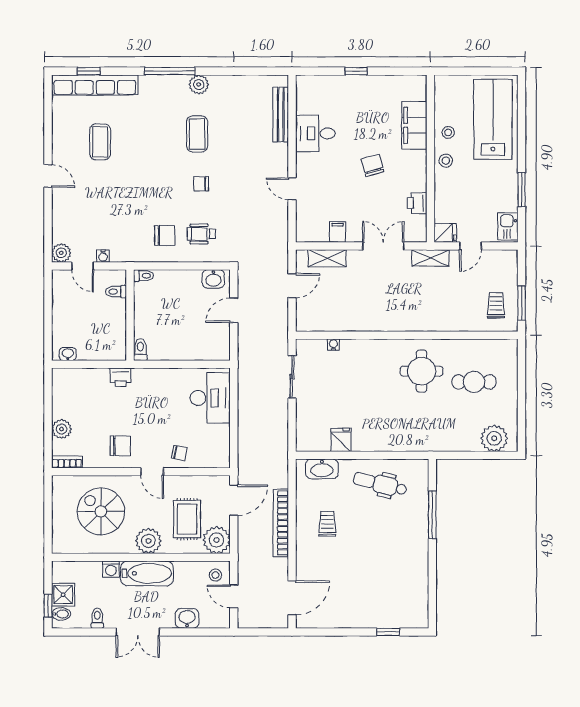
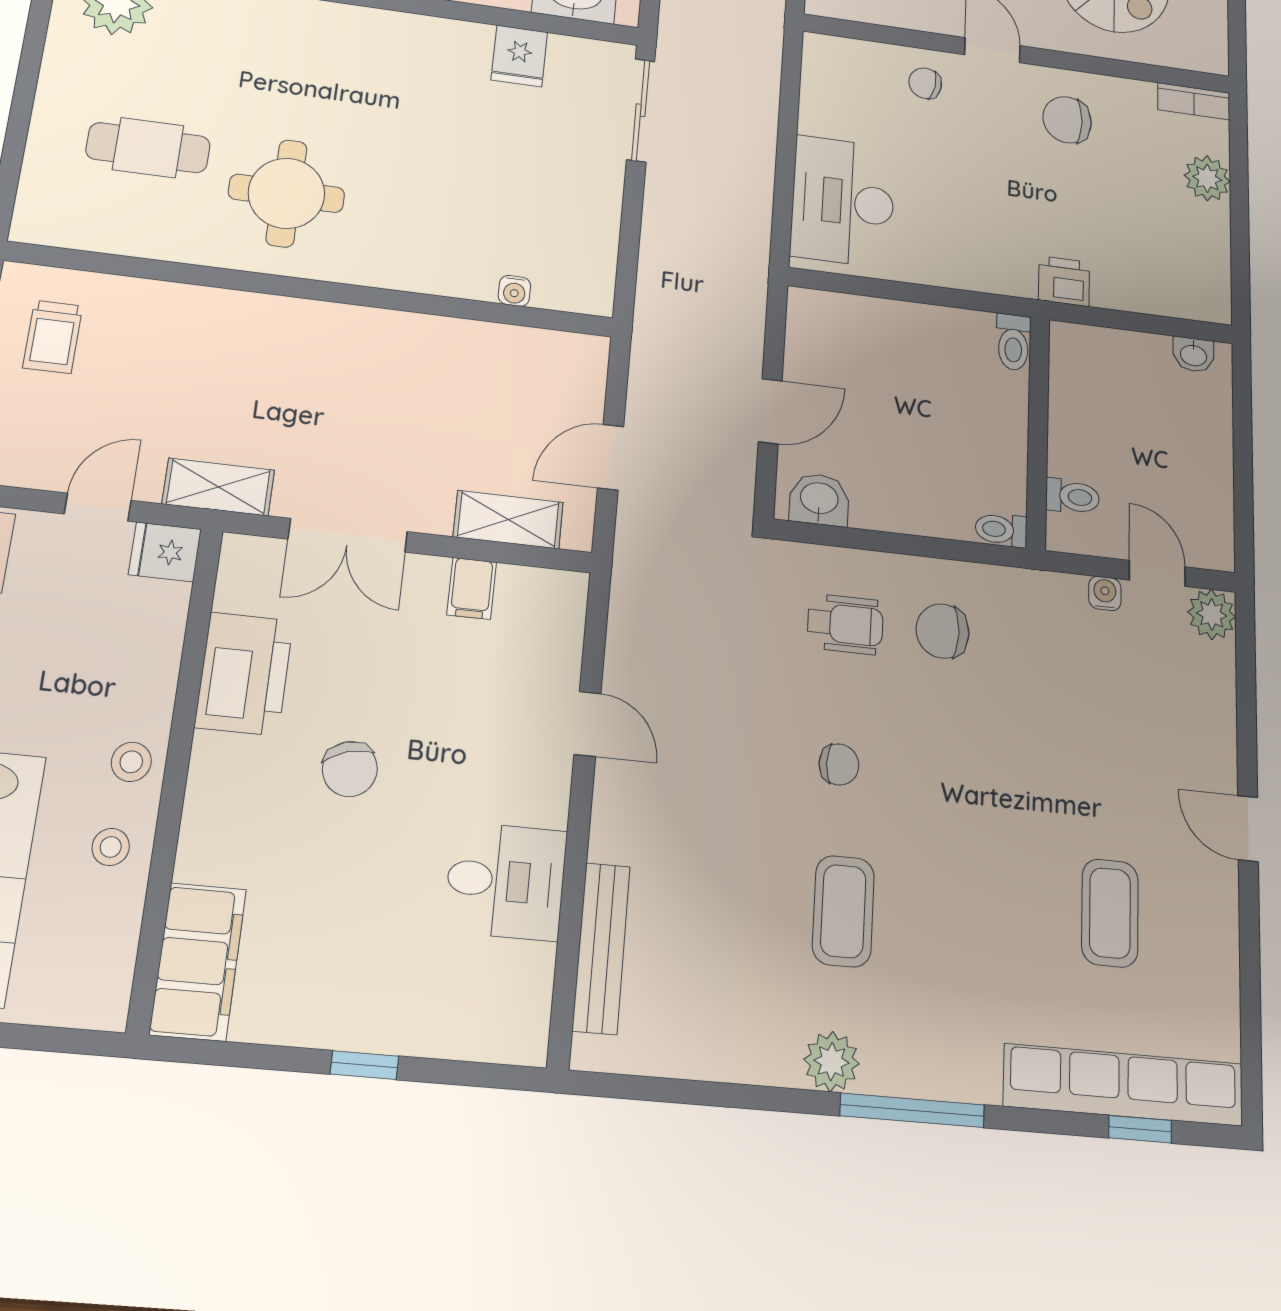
filing cabinet: (414, 125) -> (198, 962), moved
printer: (417, 203) -> (244, 674), width x1.87, depth x1.48
sliding door: (292, 377) -> (641, 110), moved

